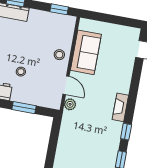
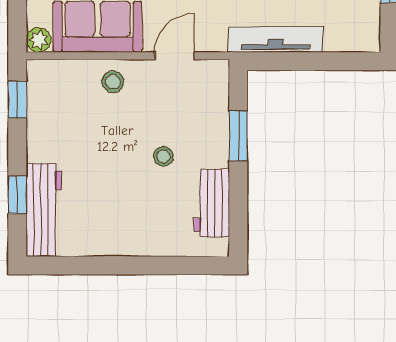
plant: (70, 104) -> (39, 40), moved
tv unit: (65, 133) -> (276, 39), added

